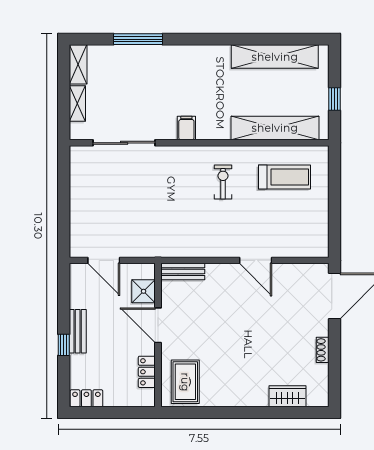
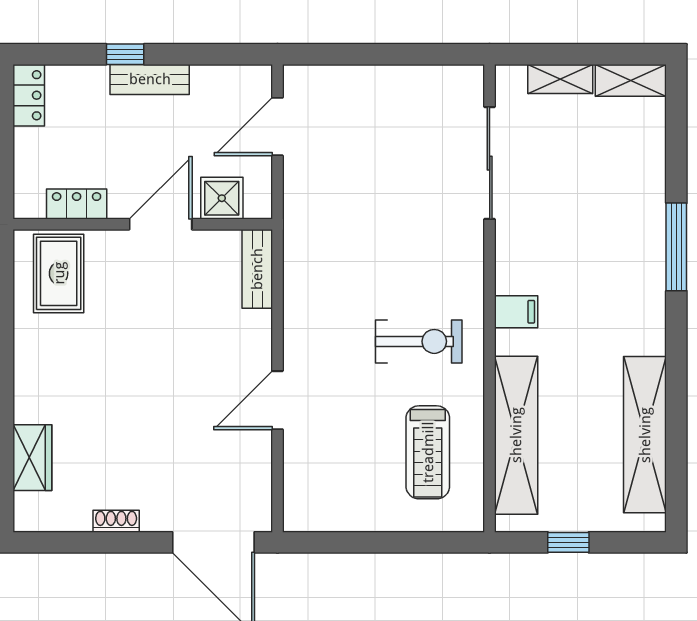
window: (138, 39) -> (676, 247), moved
filing cabinet: (186, 128) -> (516, 312), moved
exercise bike: (223, 182) -> (419, 341), width x1.38, depth x1.39
rug: (185, 382) -> (59, 273), turned 90

